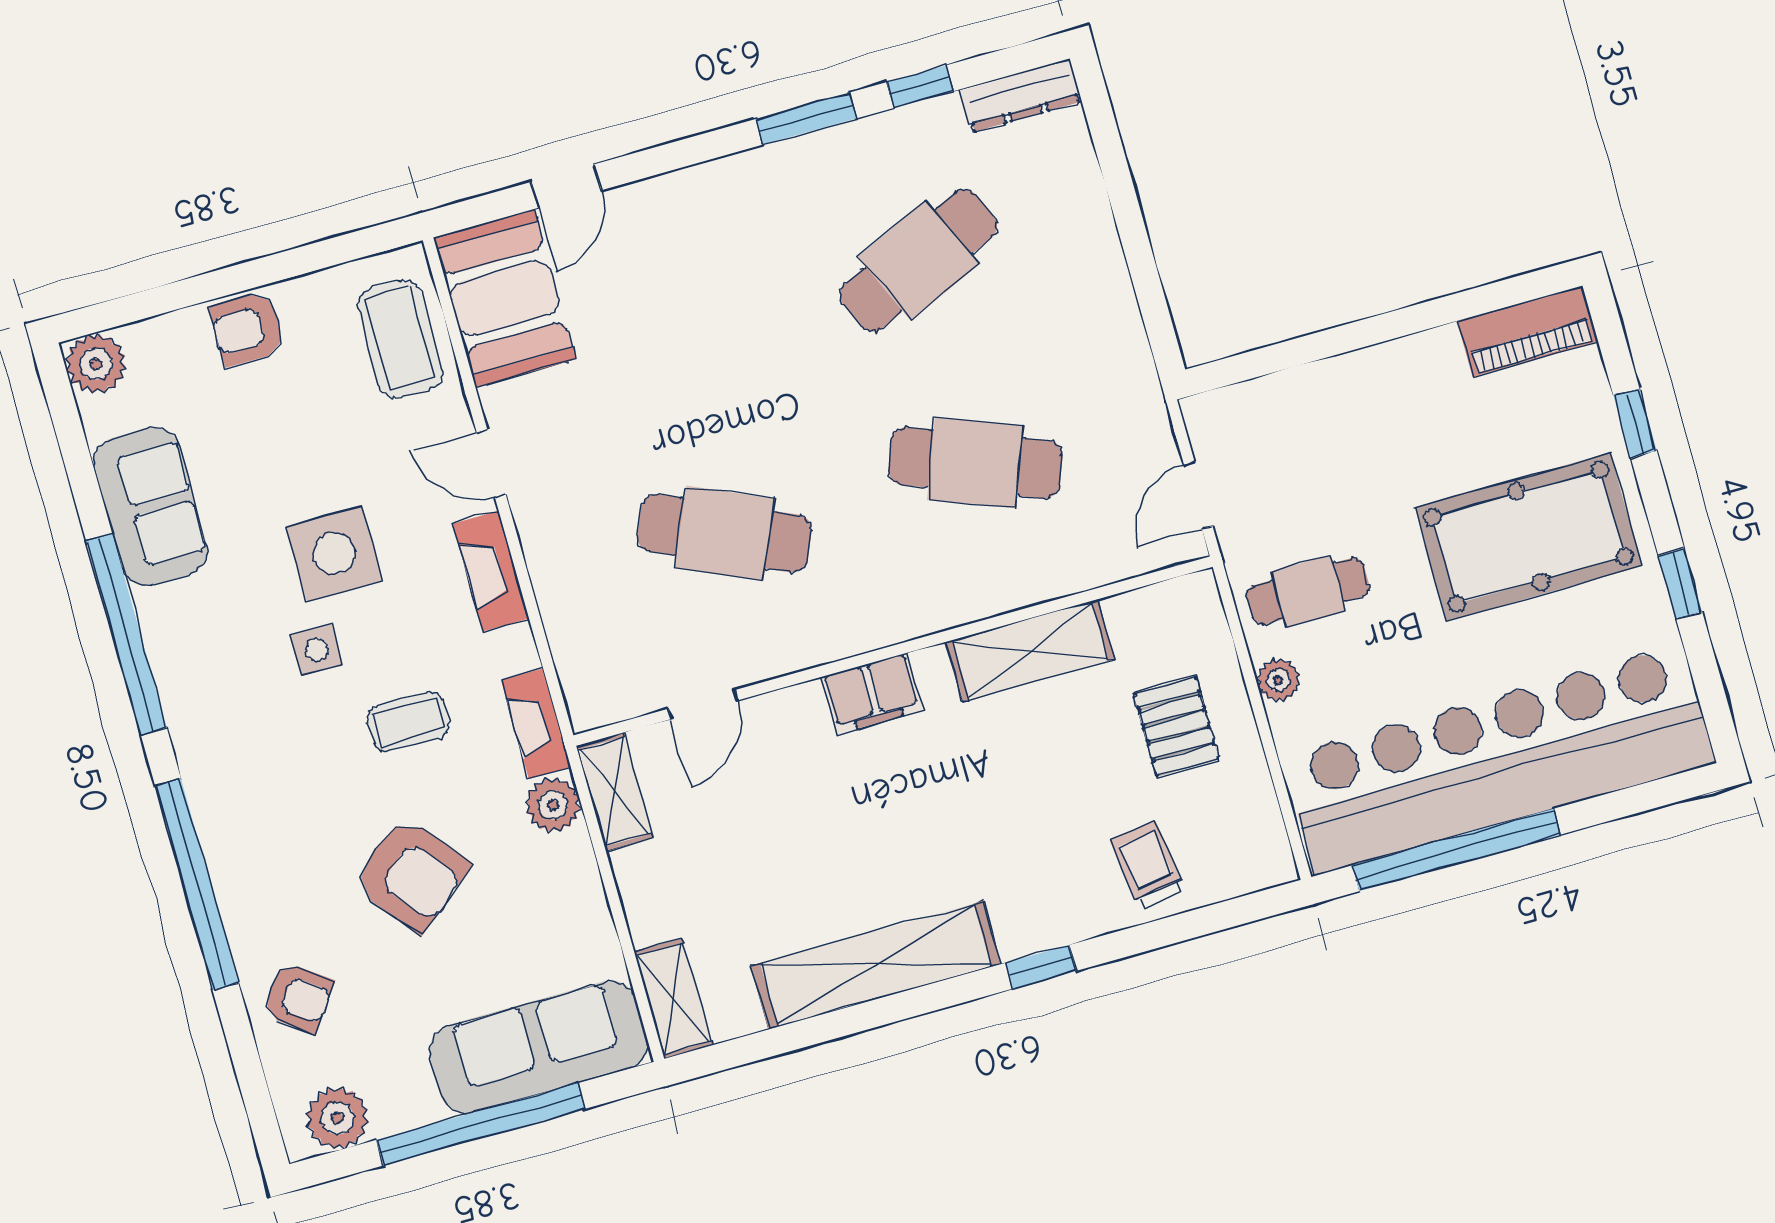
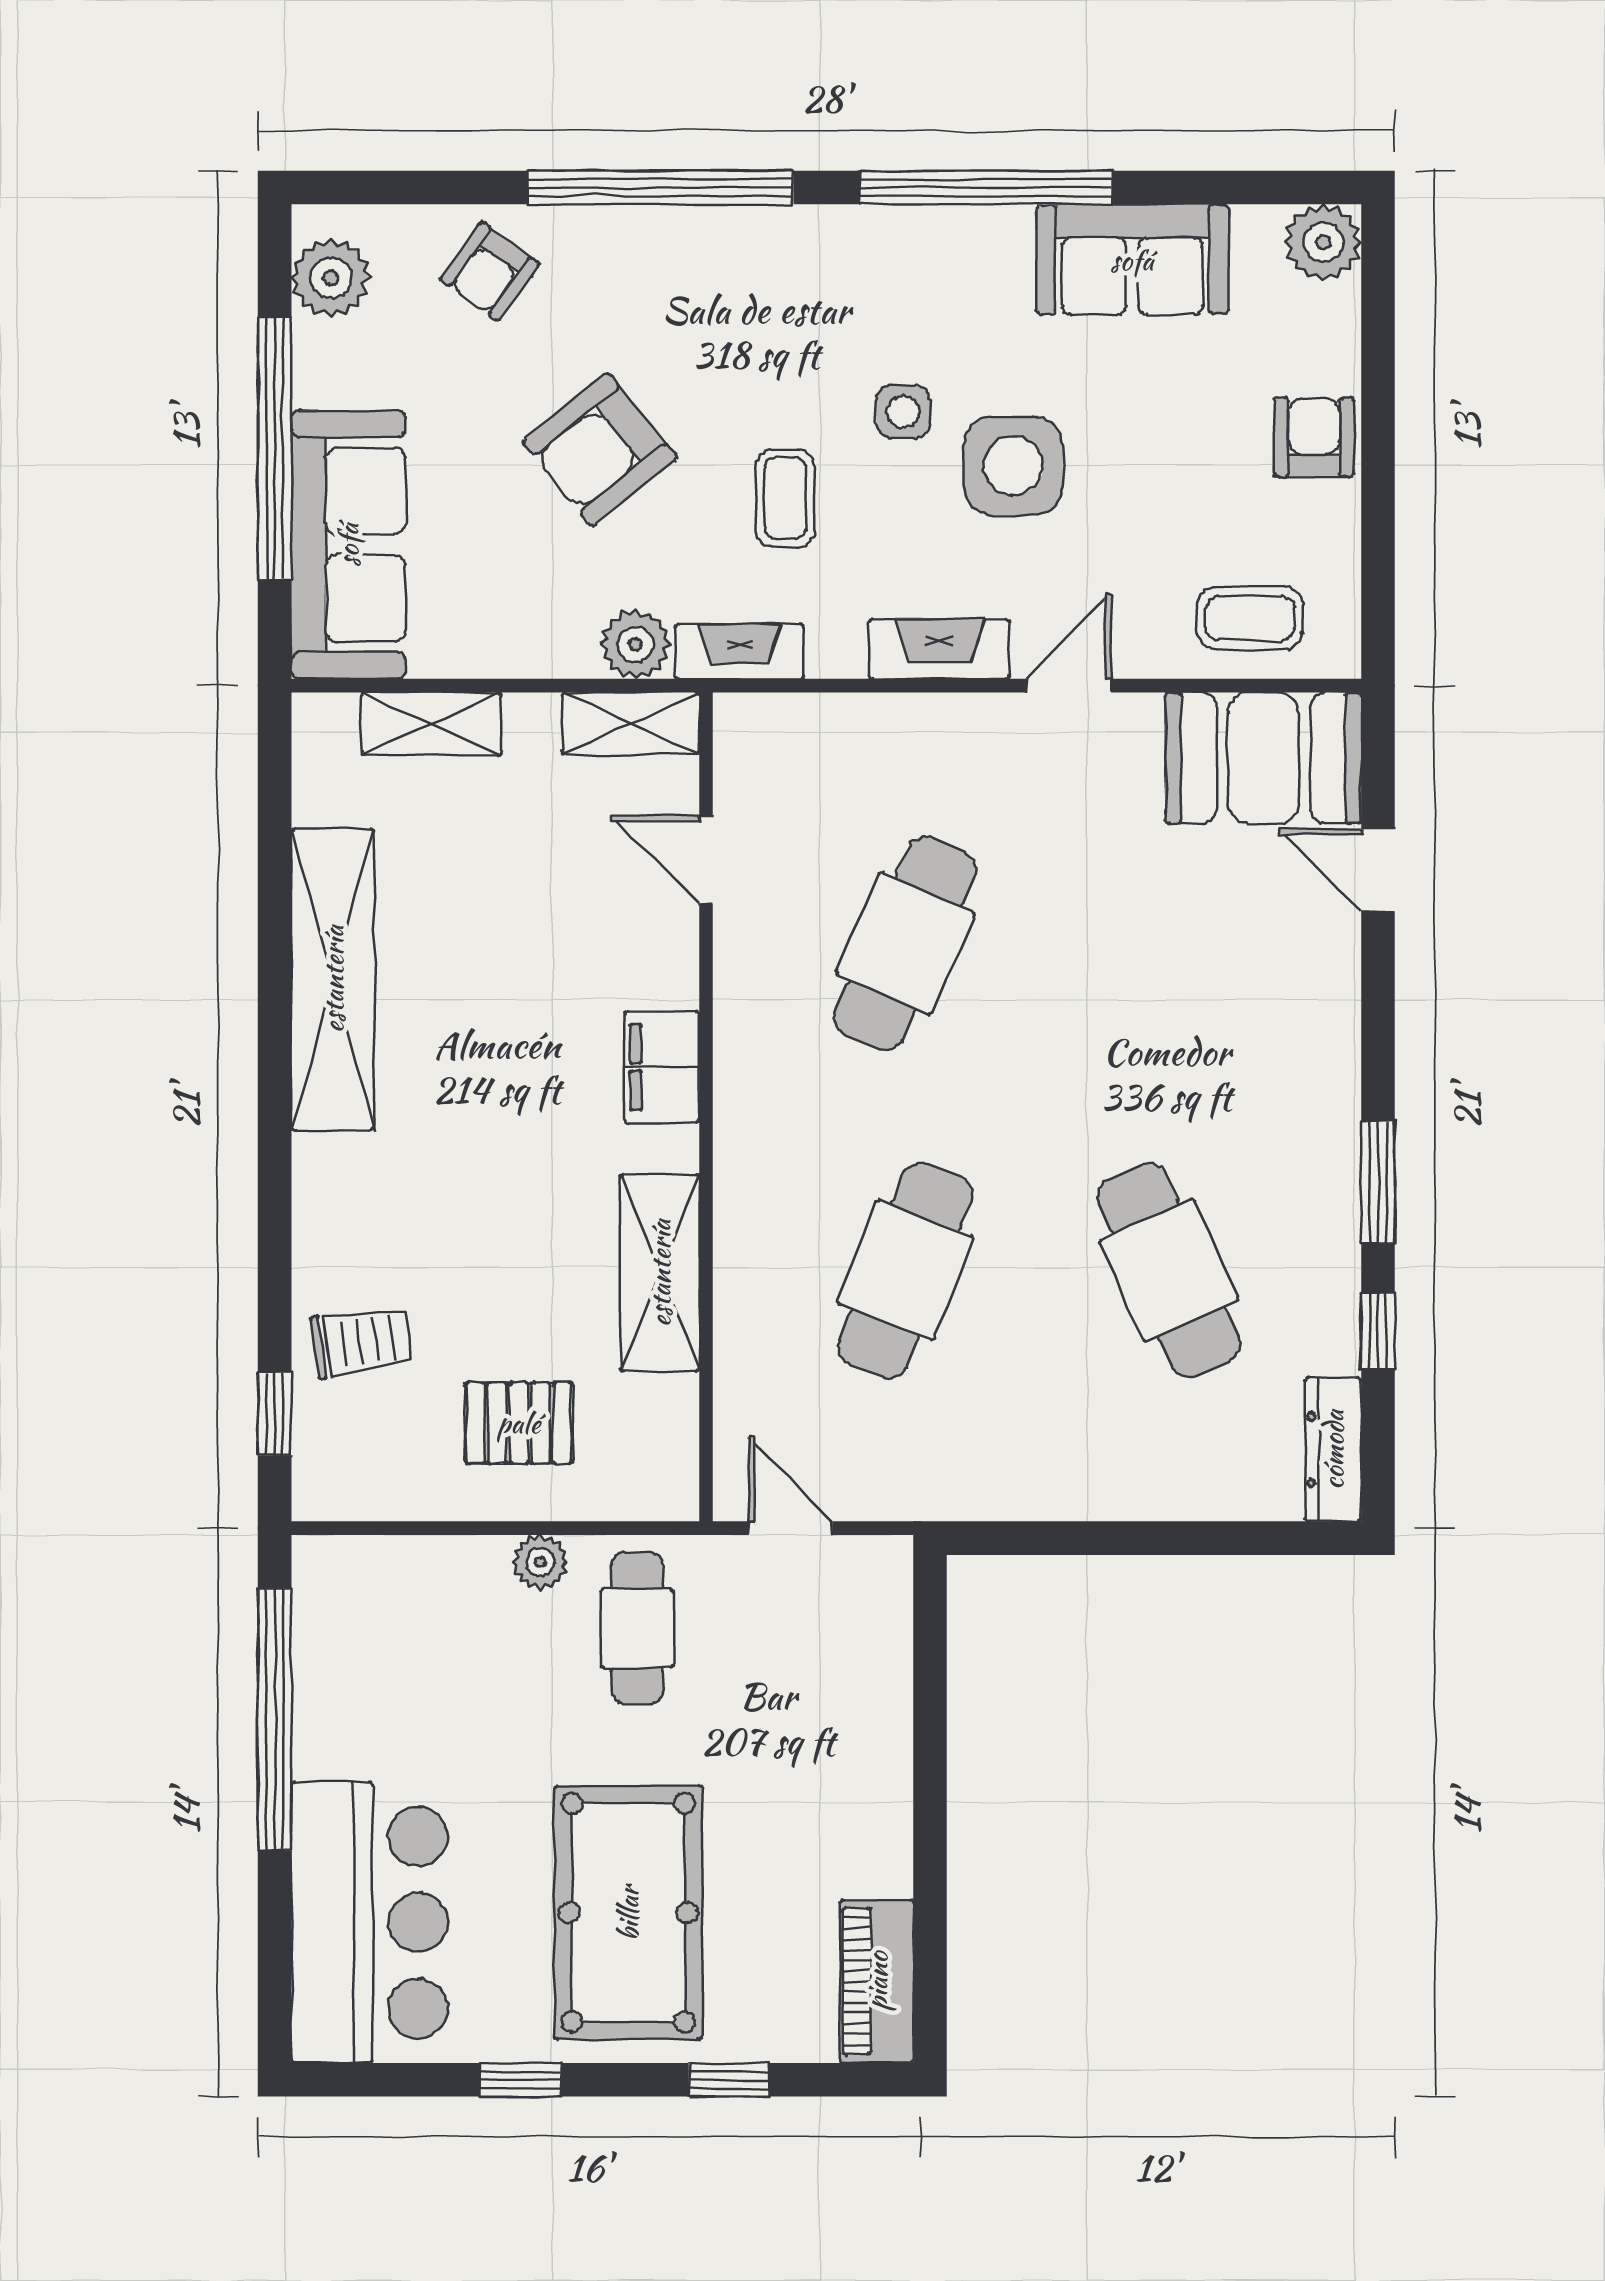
coffee table: (400, 339) -> (1250, 618), width x0.73, depth x0.77
bar counter: (1499, 759) -> (370, 1922), width x0.54
window: (1041, 967) -> (275, 1414), moved
shelving: (673, 999) -> (431, 724), moved

